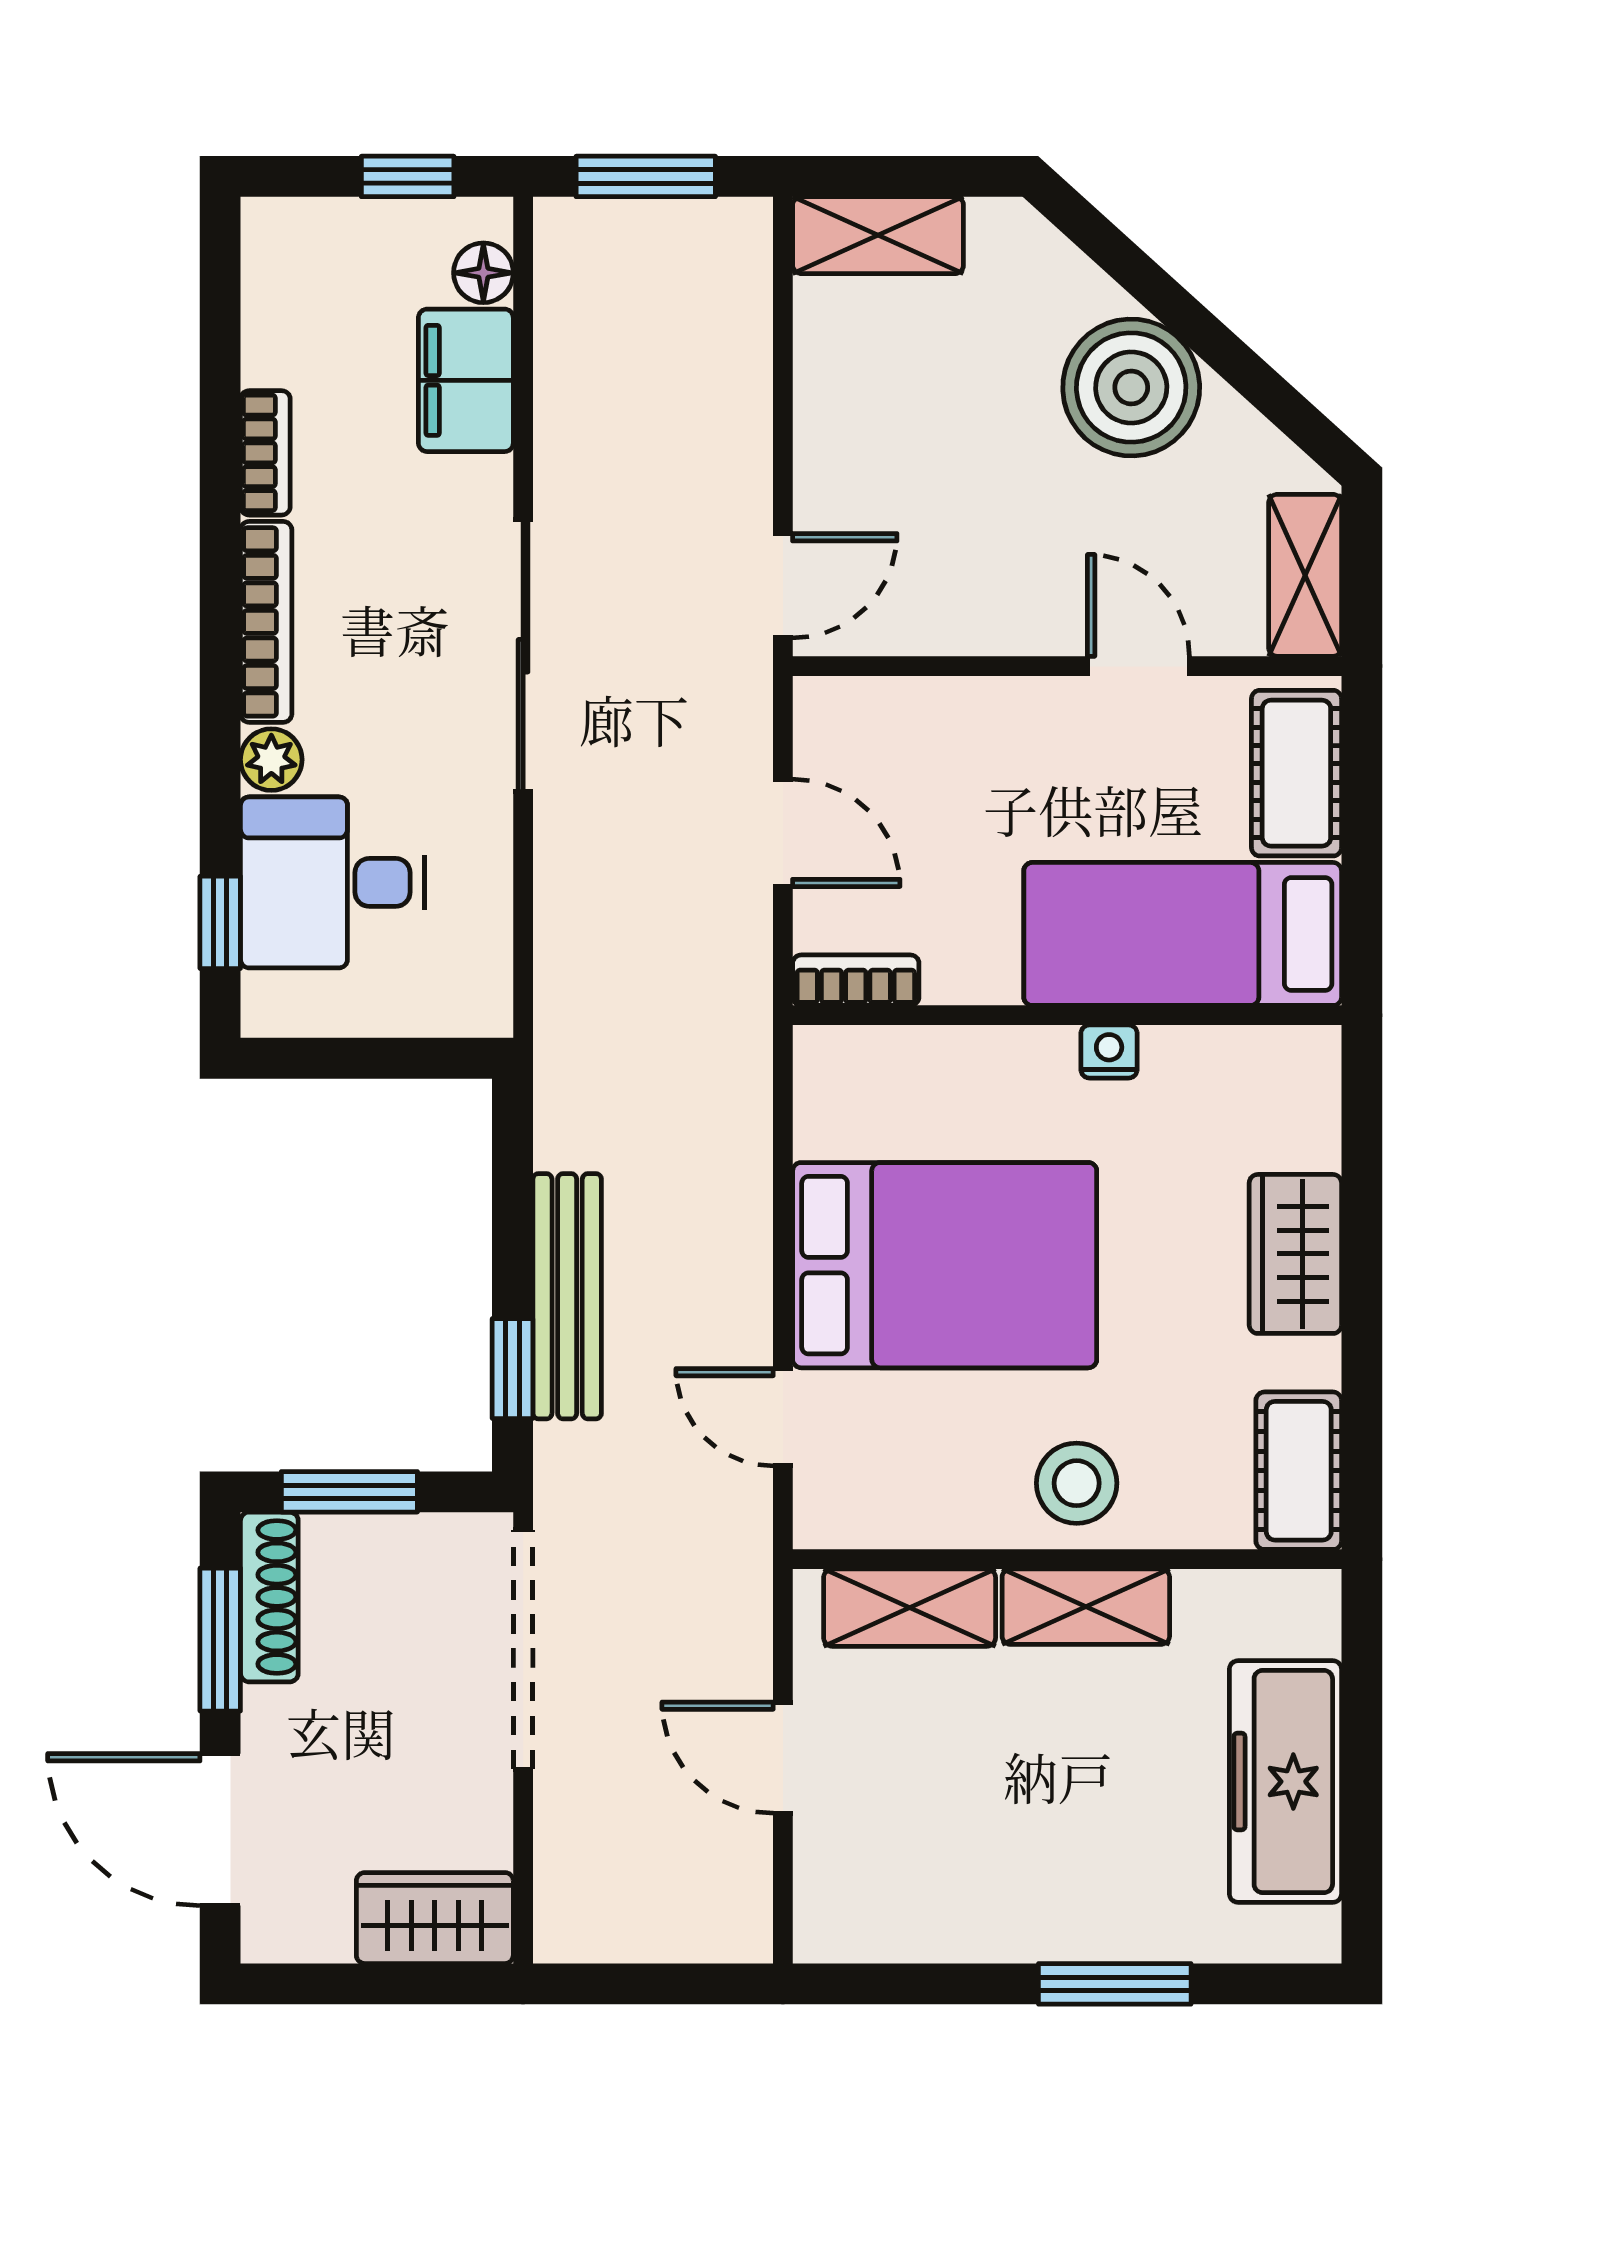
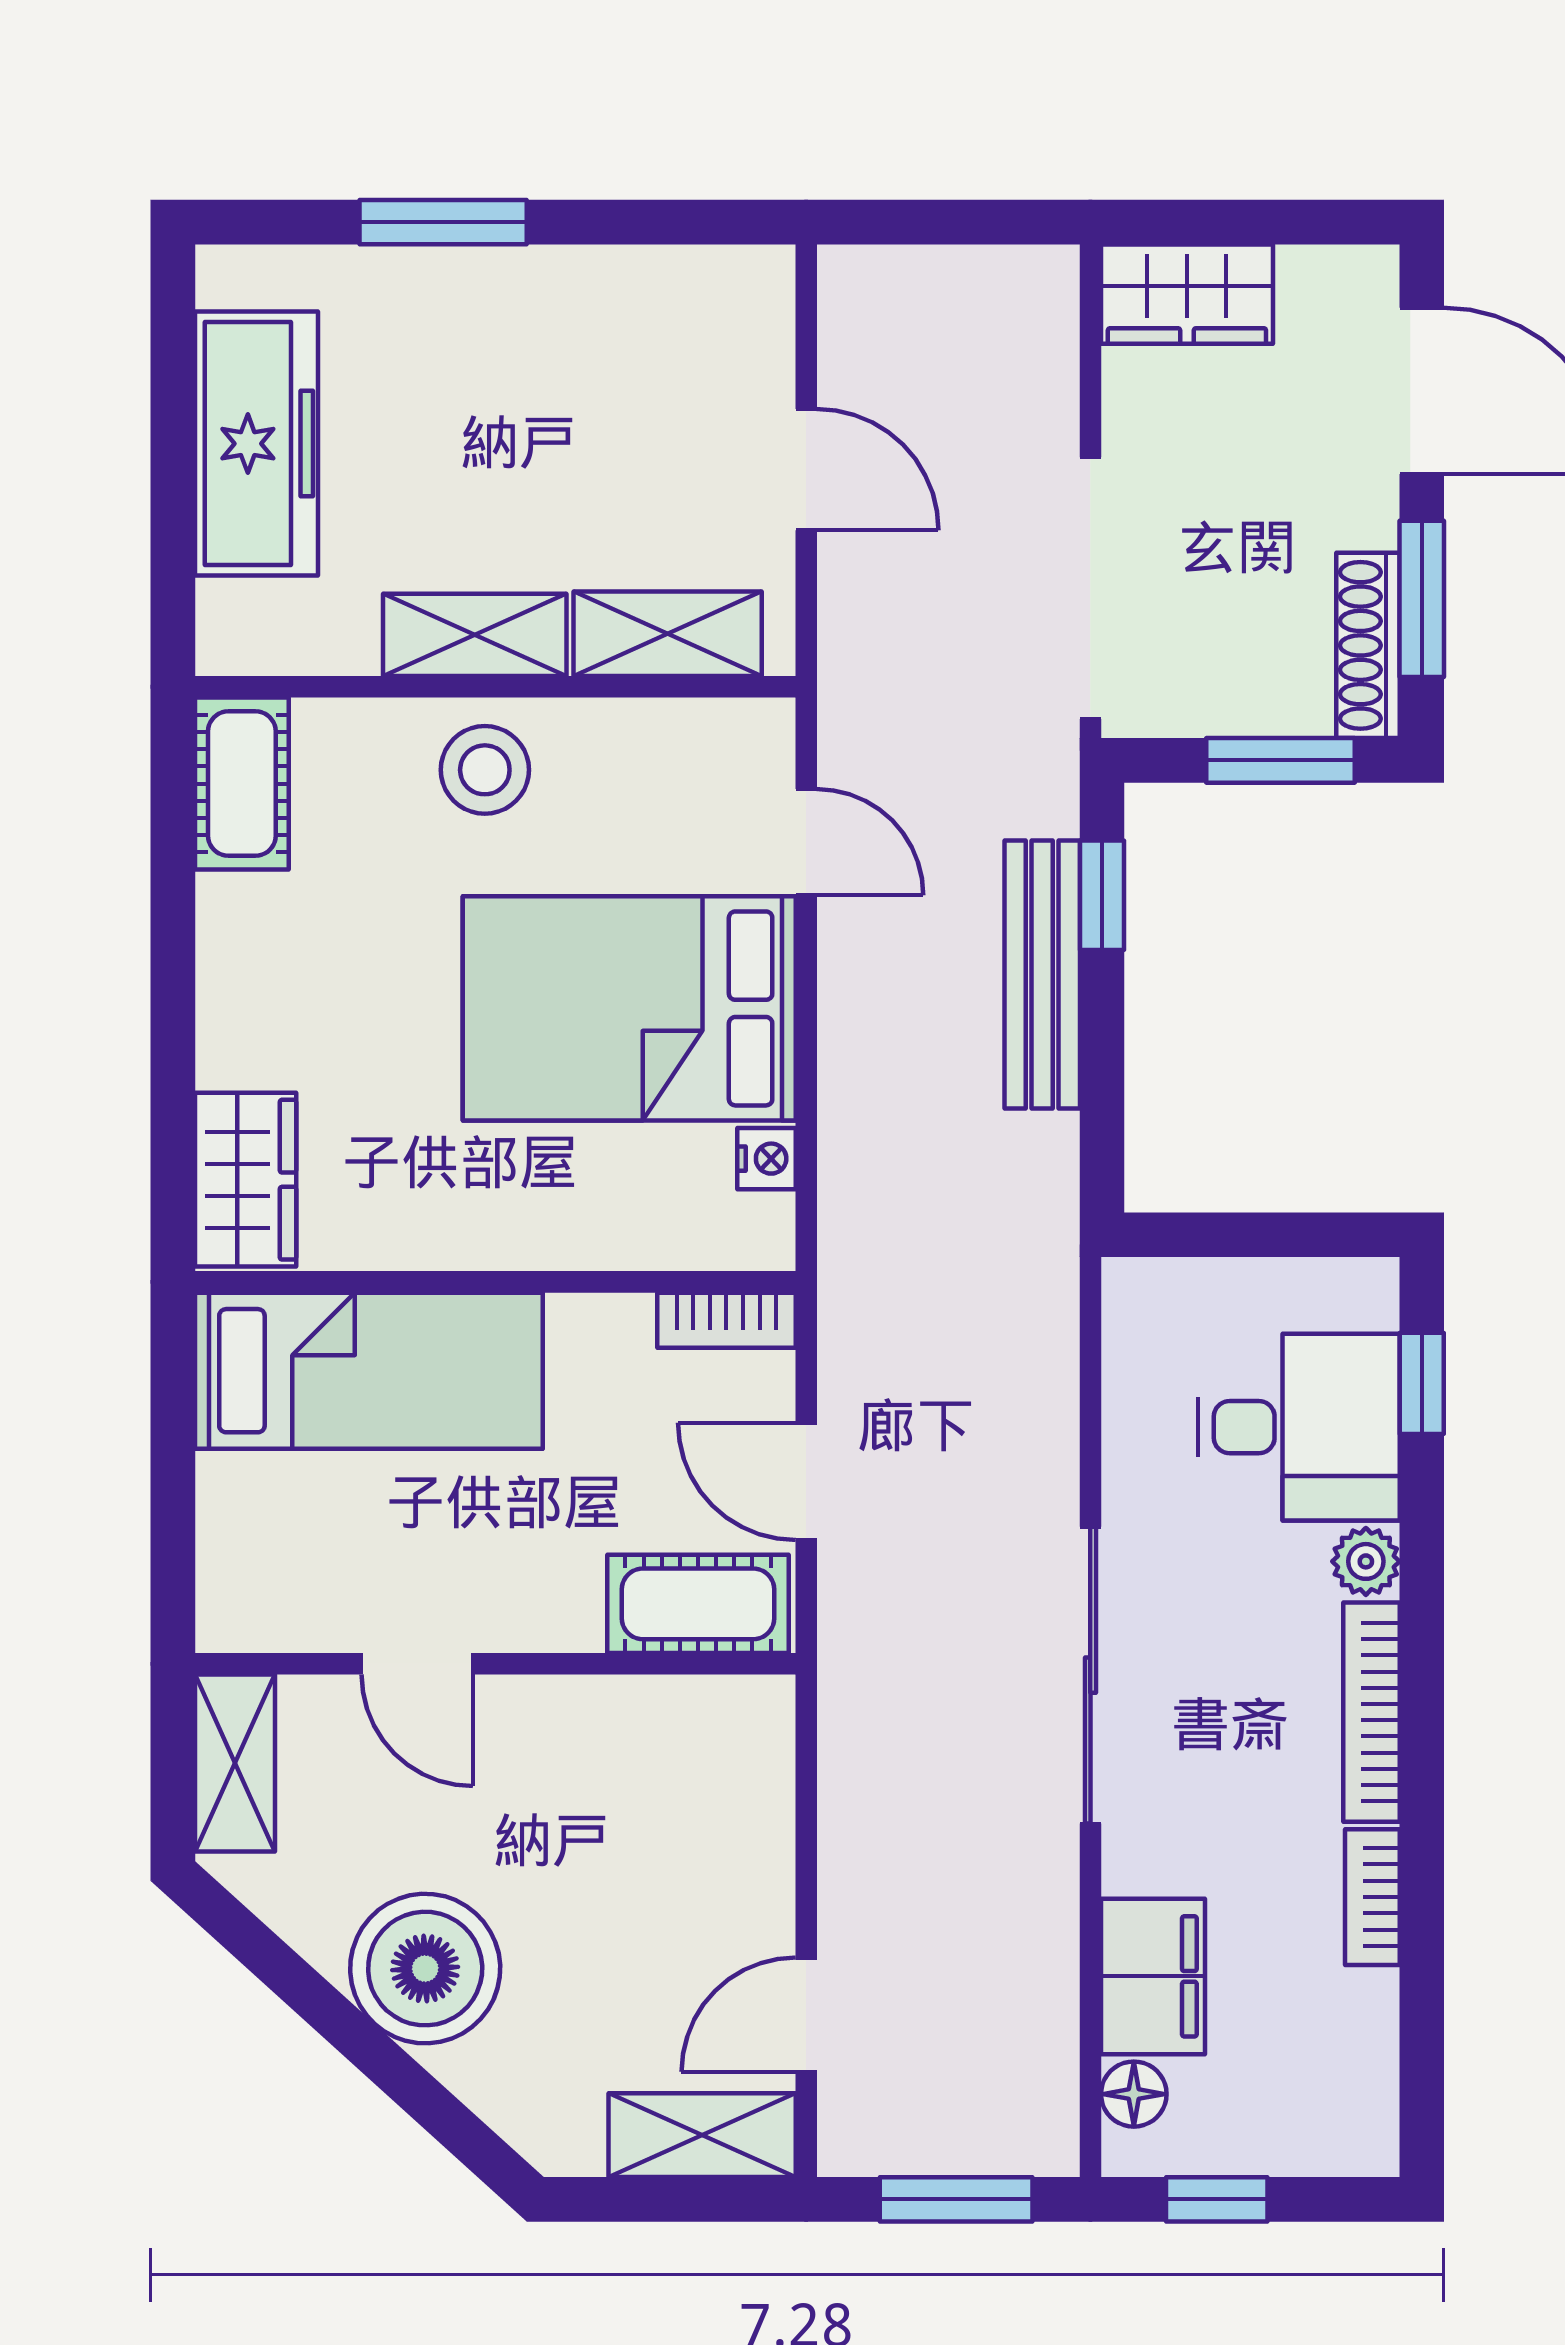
door: (783, 586) -> (806, 2015), moved
cot: (1296, 773) -> (698, 1604), moved, turned 90
nightstand: (1109, 1052) -> (766, 1159), moved, turned -90
wardrobe: (1295, 1254) -> (246, 1180), moved

